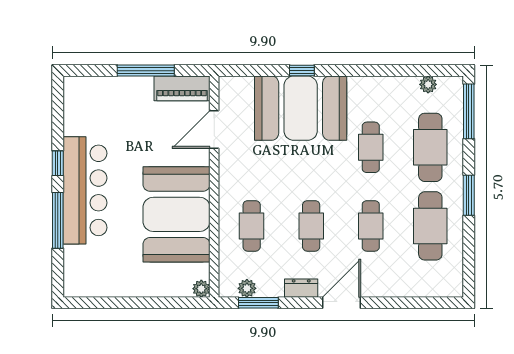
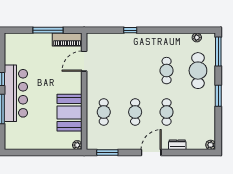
booth: (301, 108) -> (130, 50), removed
booth: (177, 214) -> (69, 113), width x0.73, depth x0.70
cafe table: (430, 226) -> (198, 112), removed
plant: (247, 288) -> (211, 145), moved
dresser: (301, 288) -> (177, 145), moved

